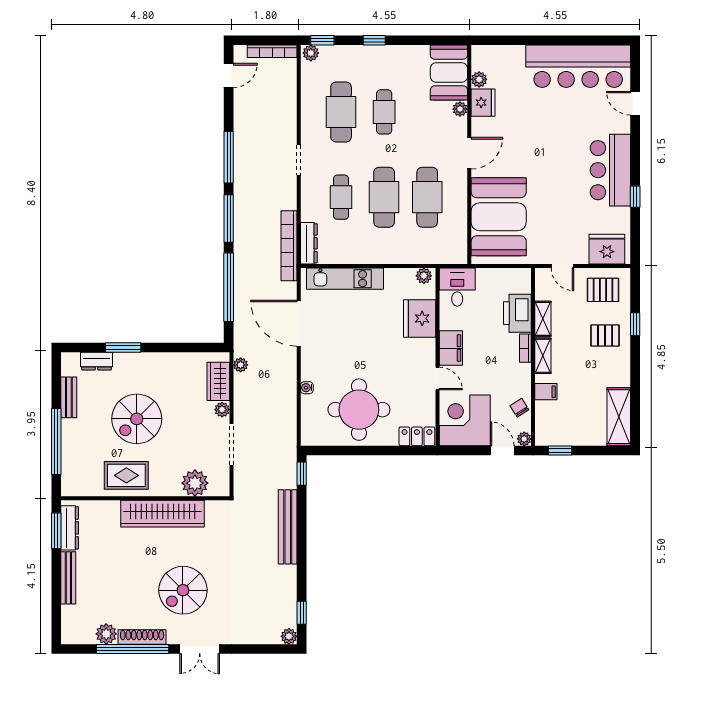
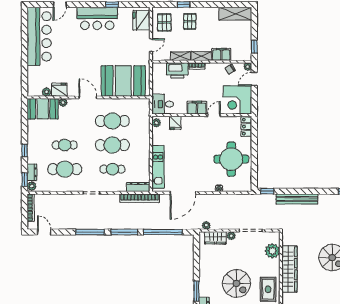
dresser: (335, 53) -> (32, 172), added
fridge: (420, 318) -> (175, 123), width x0.53, depth x0.75
filing cabinet: (546, 392) -> (221, 54), width x2.00

